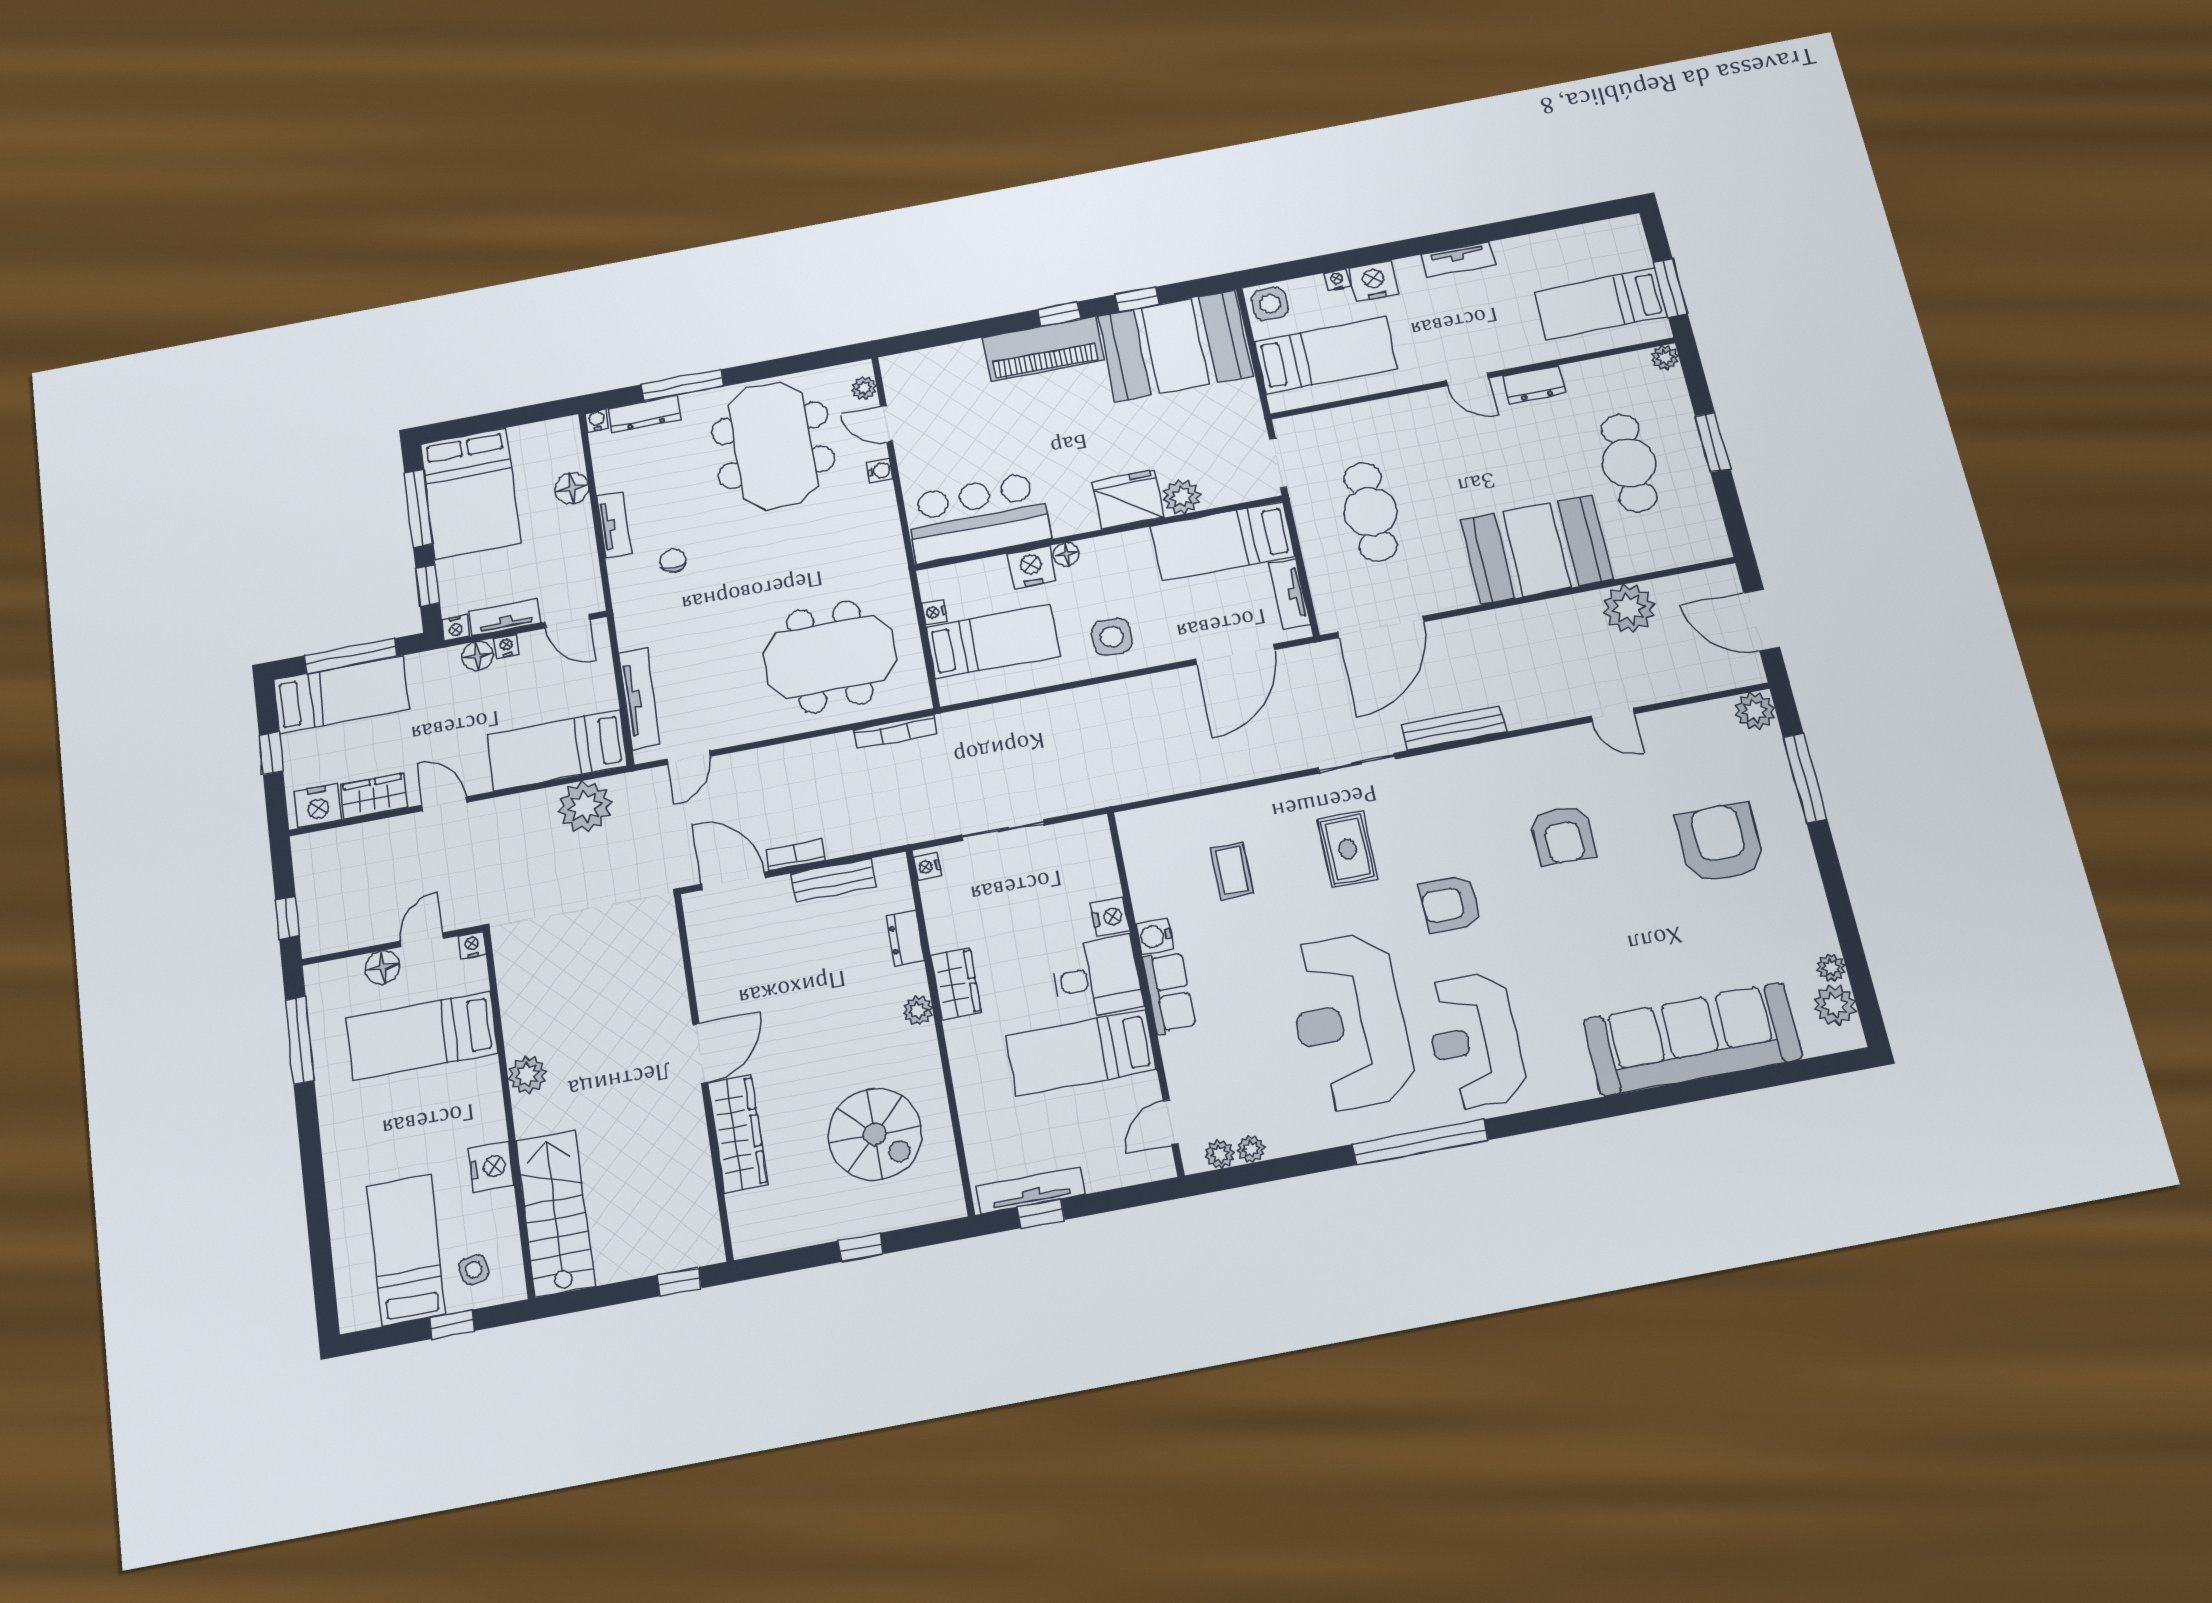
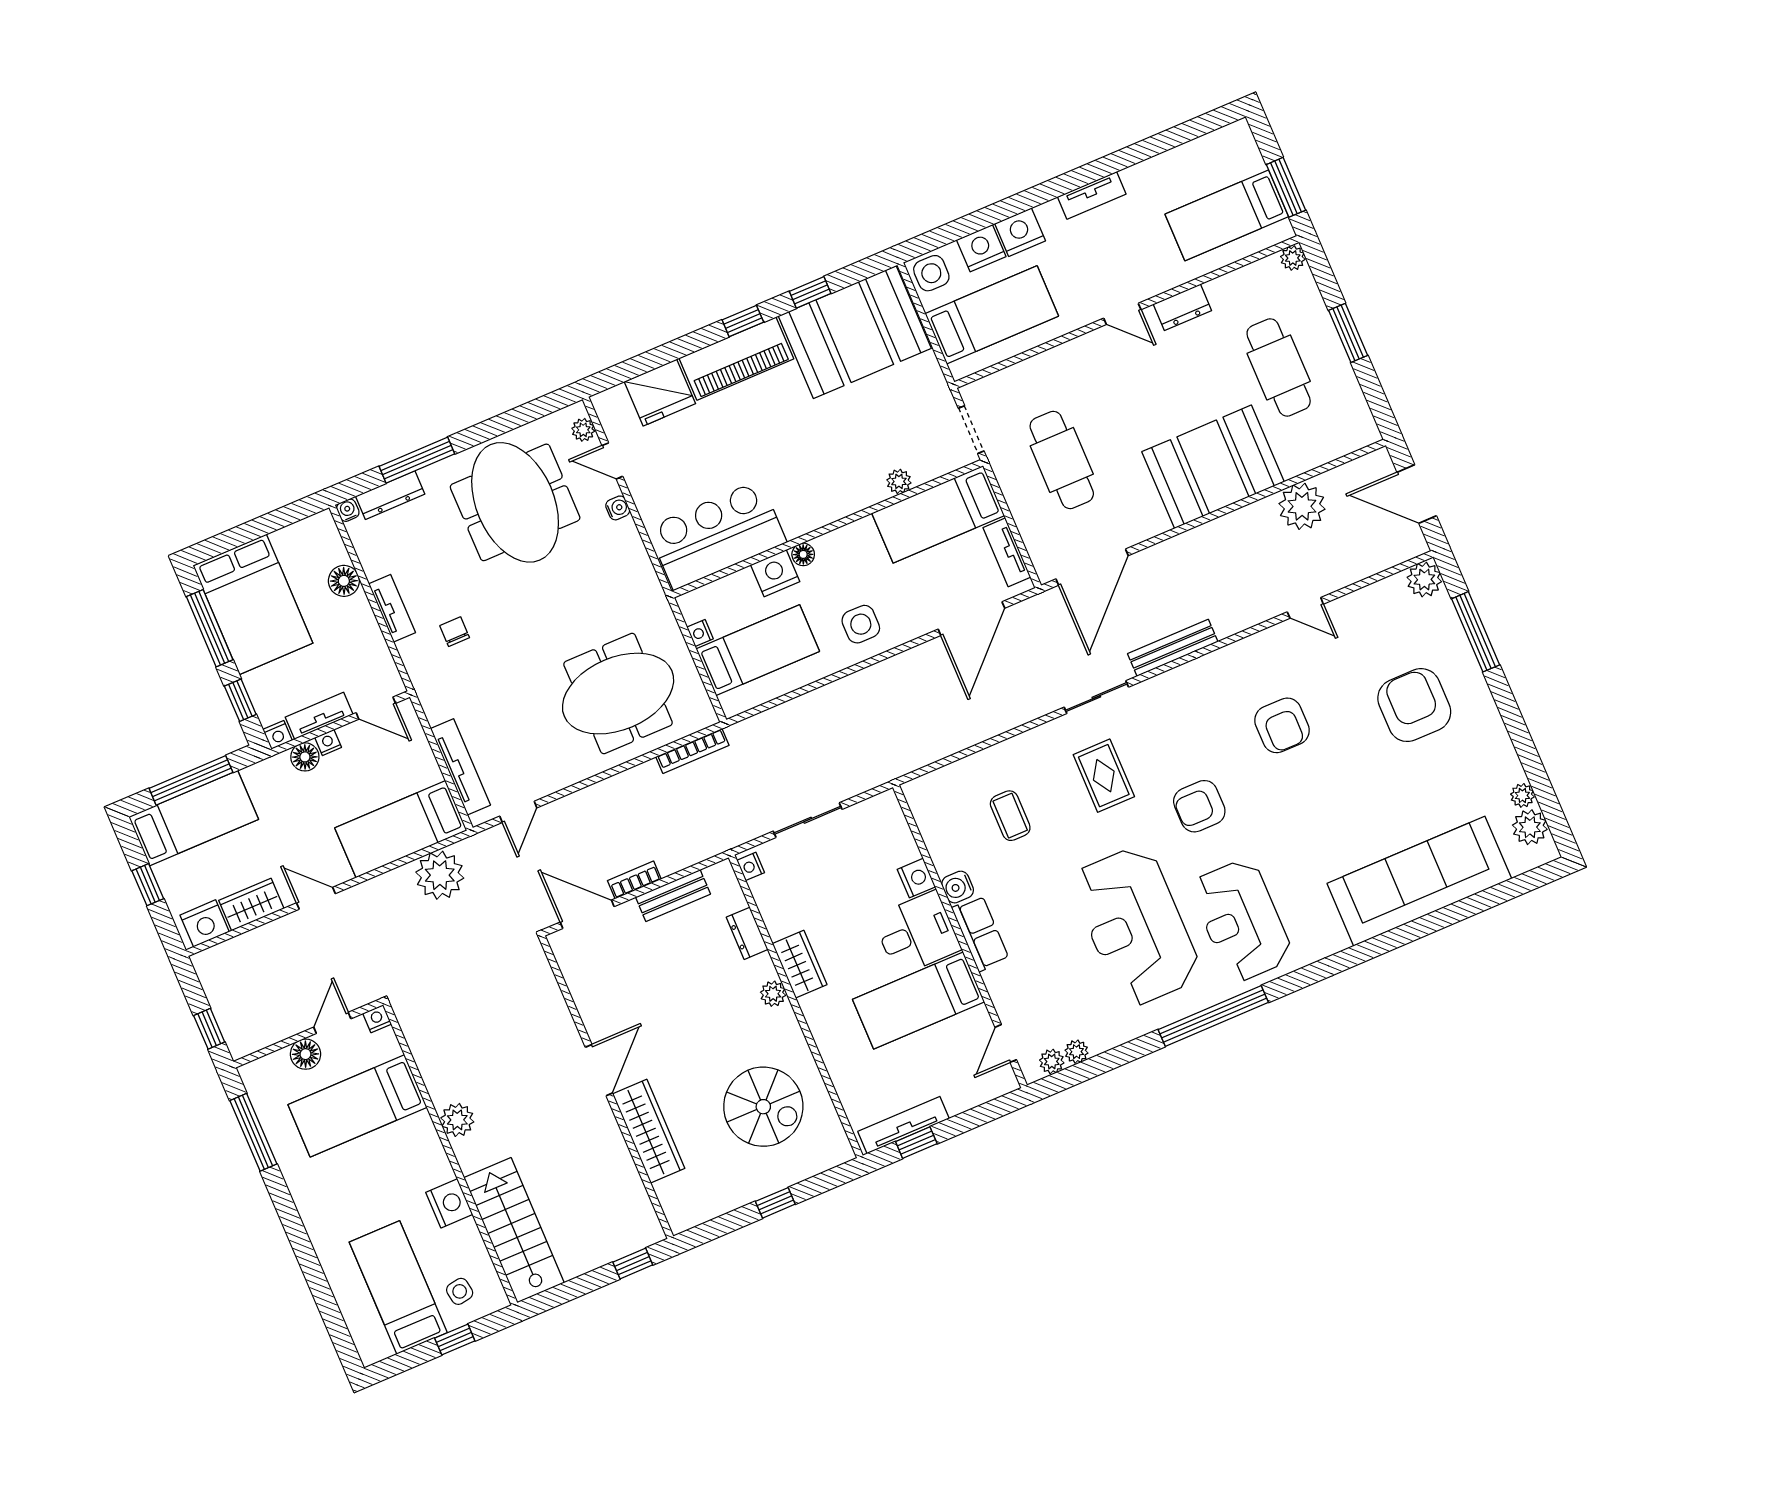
nightstand: (1337, 280) -> (981, 248), width x1.89, depth x1.79
plant: (1182, 497) -> (899, 481), width x0.73, depth x0.73
fridge: (1128, 499) -> (660, 393), moved, turned 180

